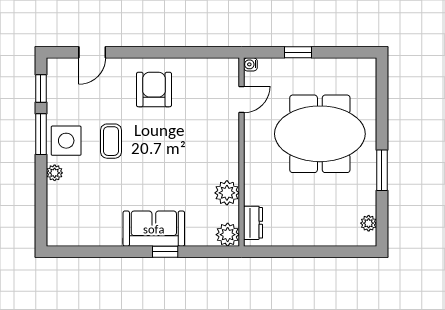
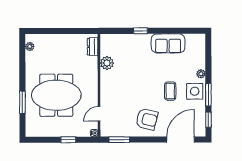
door: (92, 52) -> (181, 140), width x1.87
window: (204, 52) -> (119, 140), added
armchair: (154, 90) -> (147, 119), turned -76
window: (382, 170) -> (22, 102), moved
sofa: (154, 229) -> (168, 43), moved
plant: (228, 235) -> (106, 40), removed

